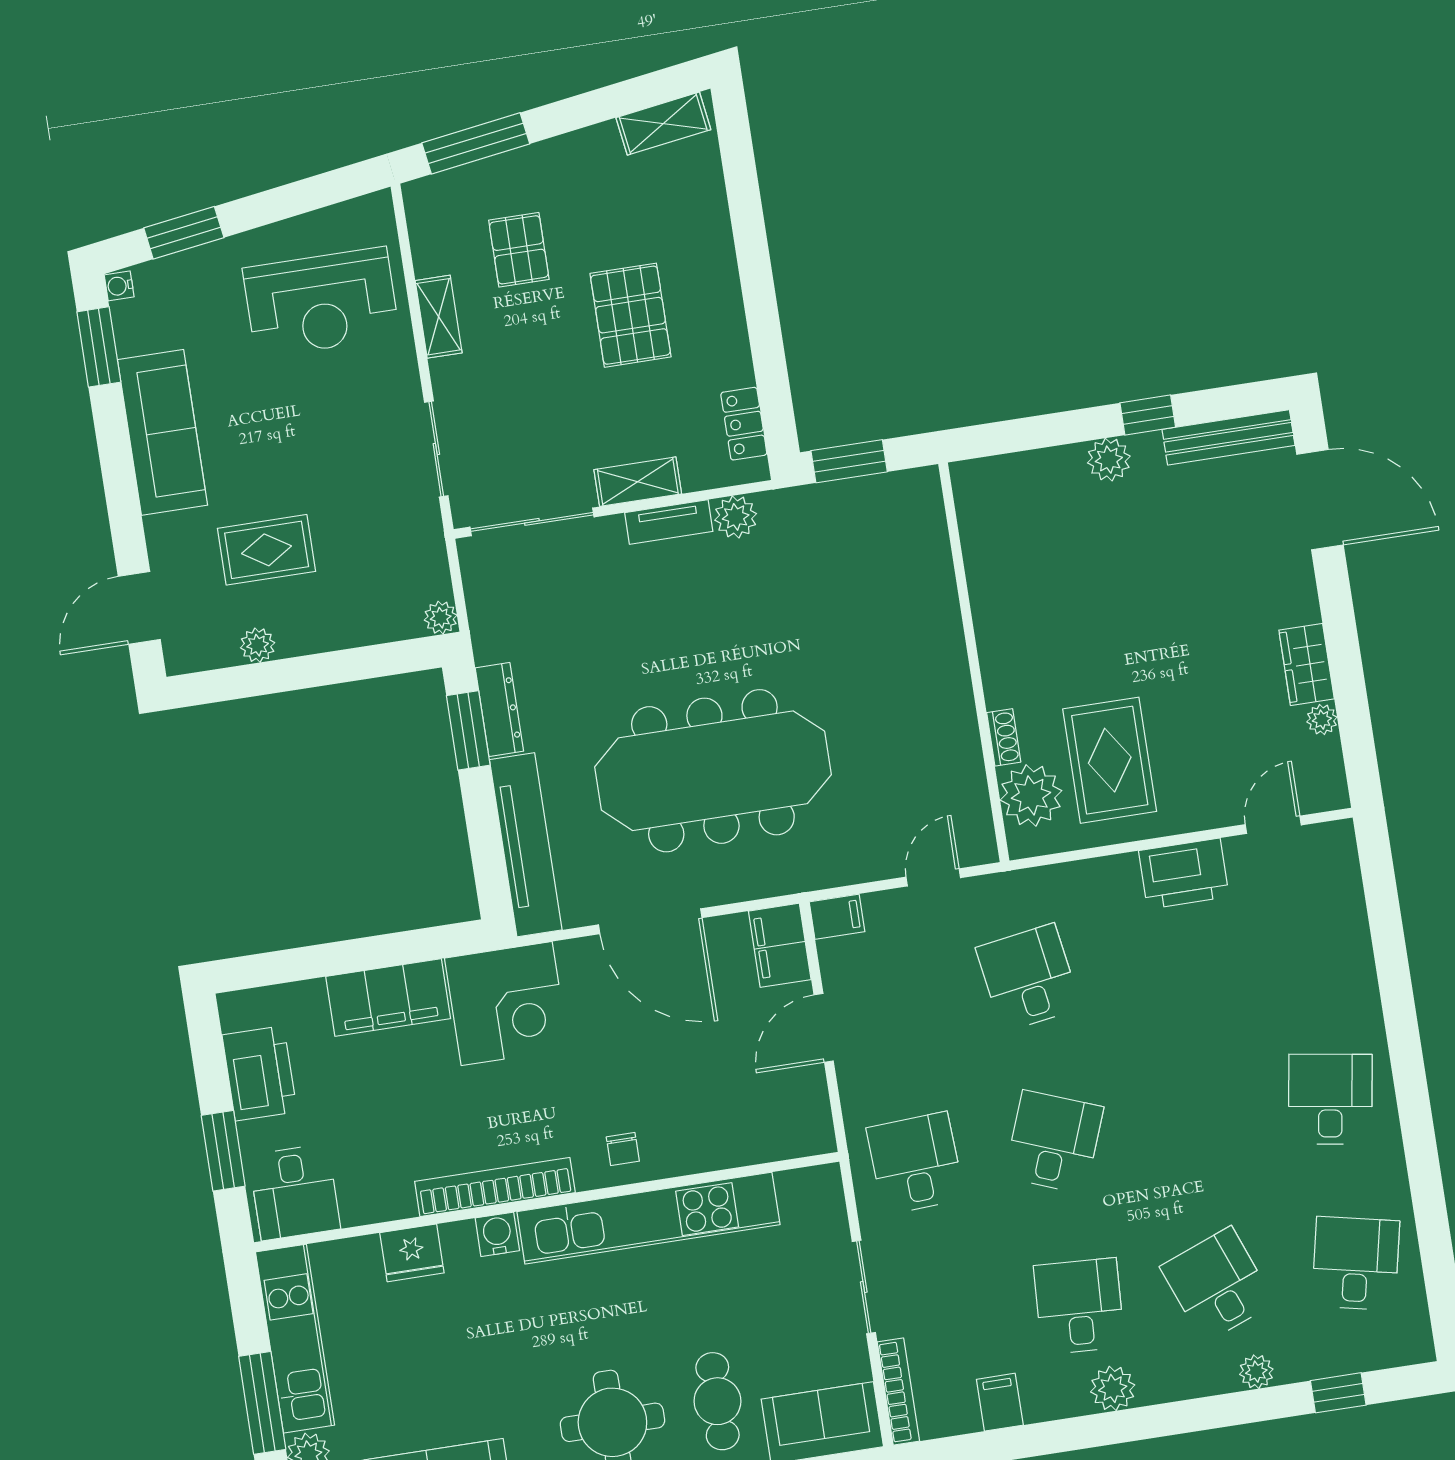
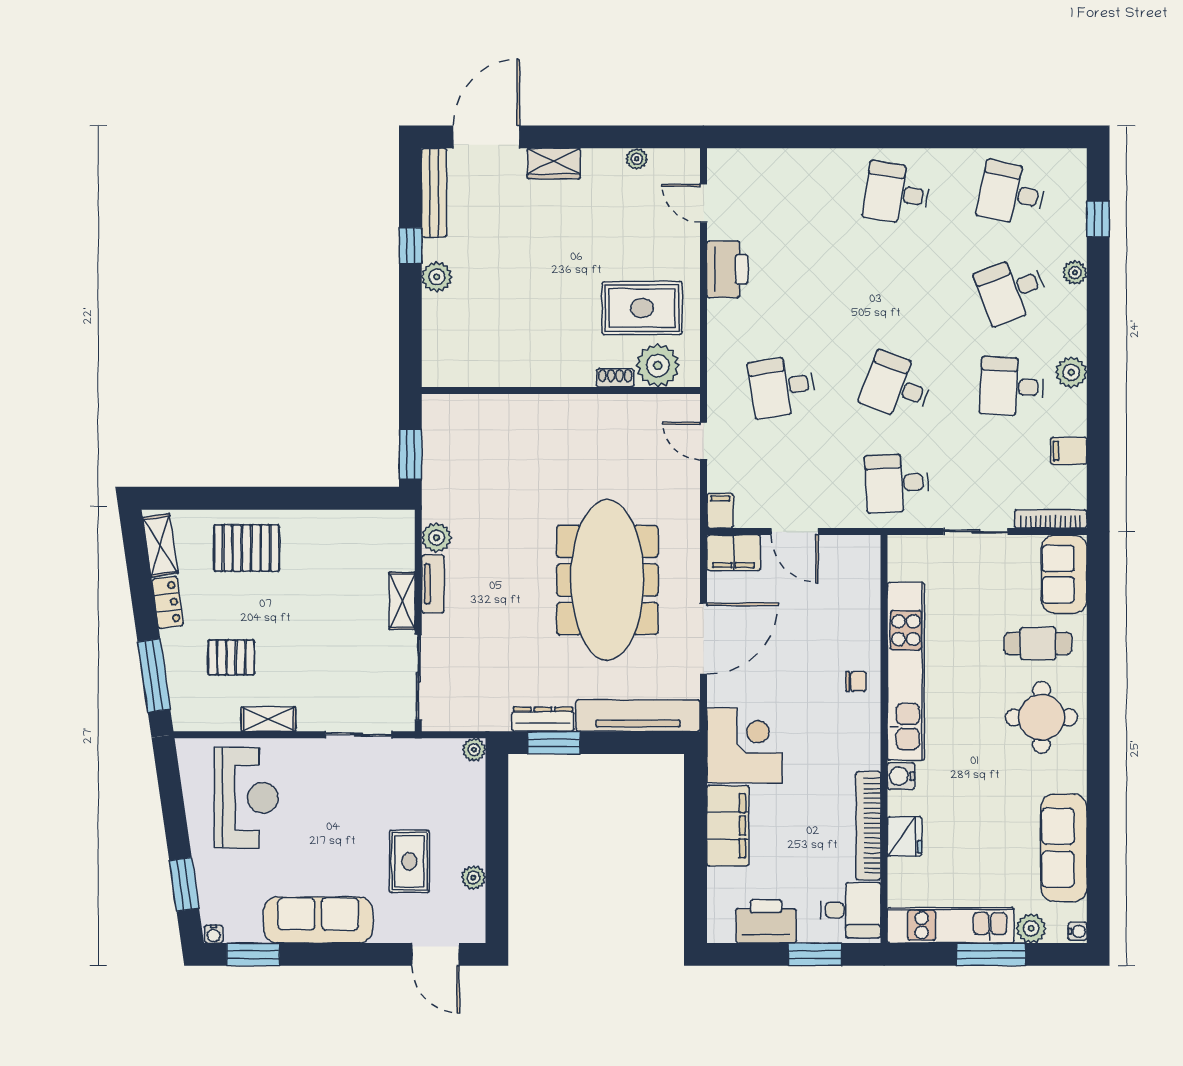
pallet: (630, 315) -> (247, 548), moved
locker: (744, 424) -> (168, 602), moved, turned -98
wardrobe: (1307, 664) -> (554, 164), moved
bookcase: (495, 1187) -> (868, 826), moved

